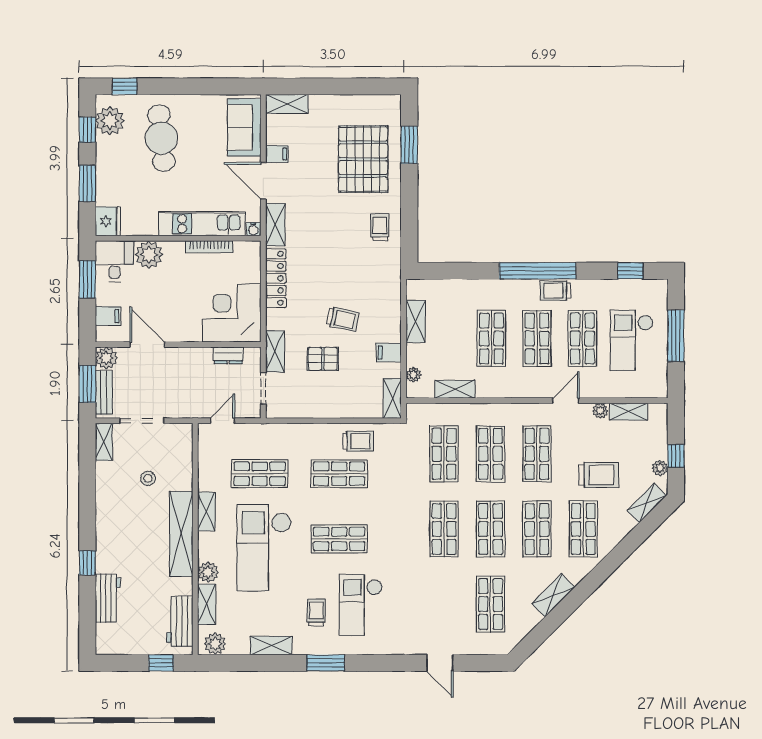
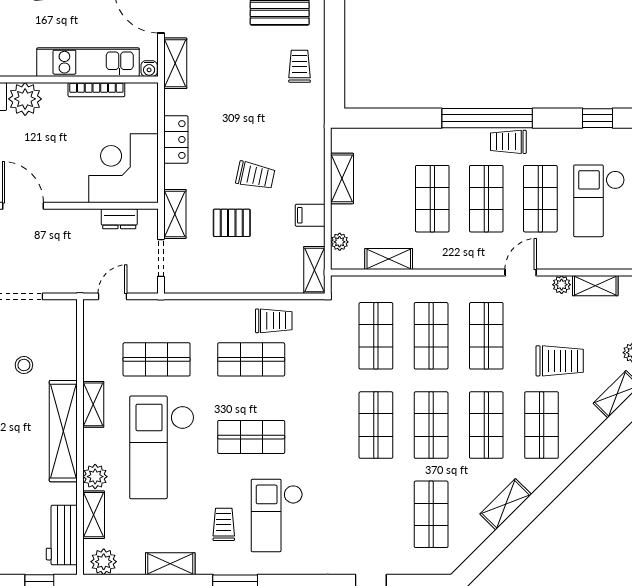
locker: (276, 278) -> (176, 140), width x0.66

